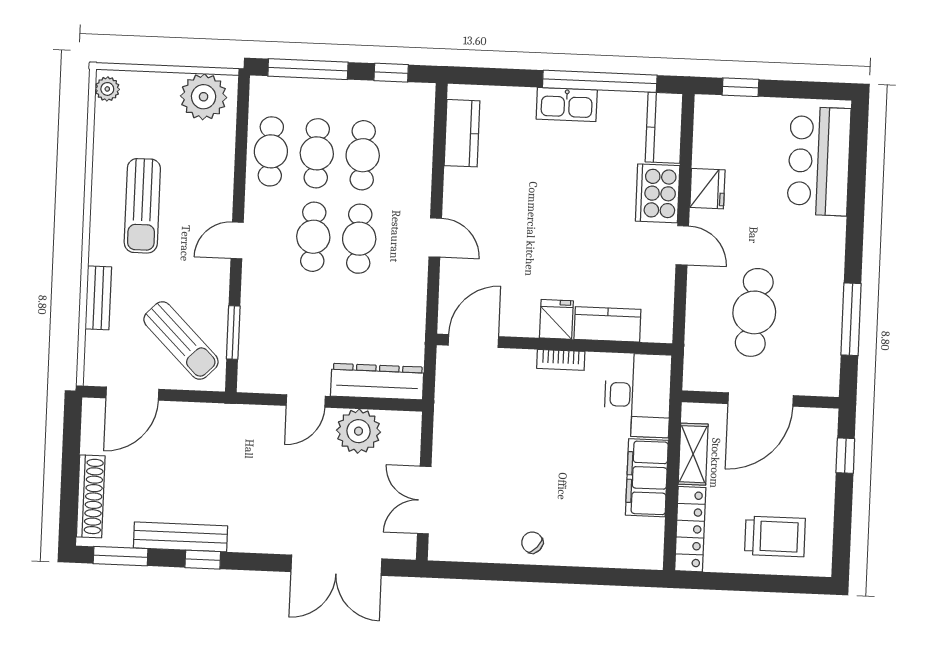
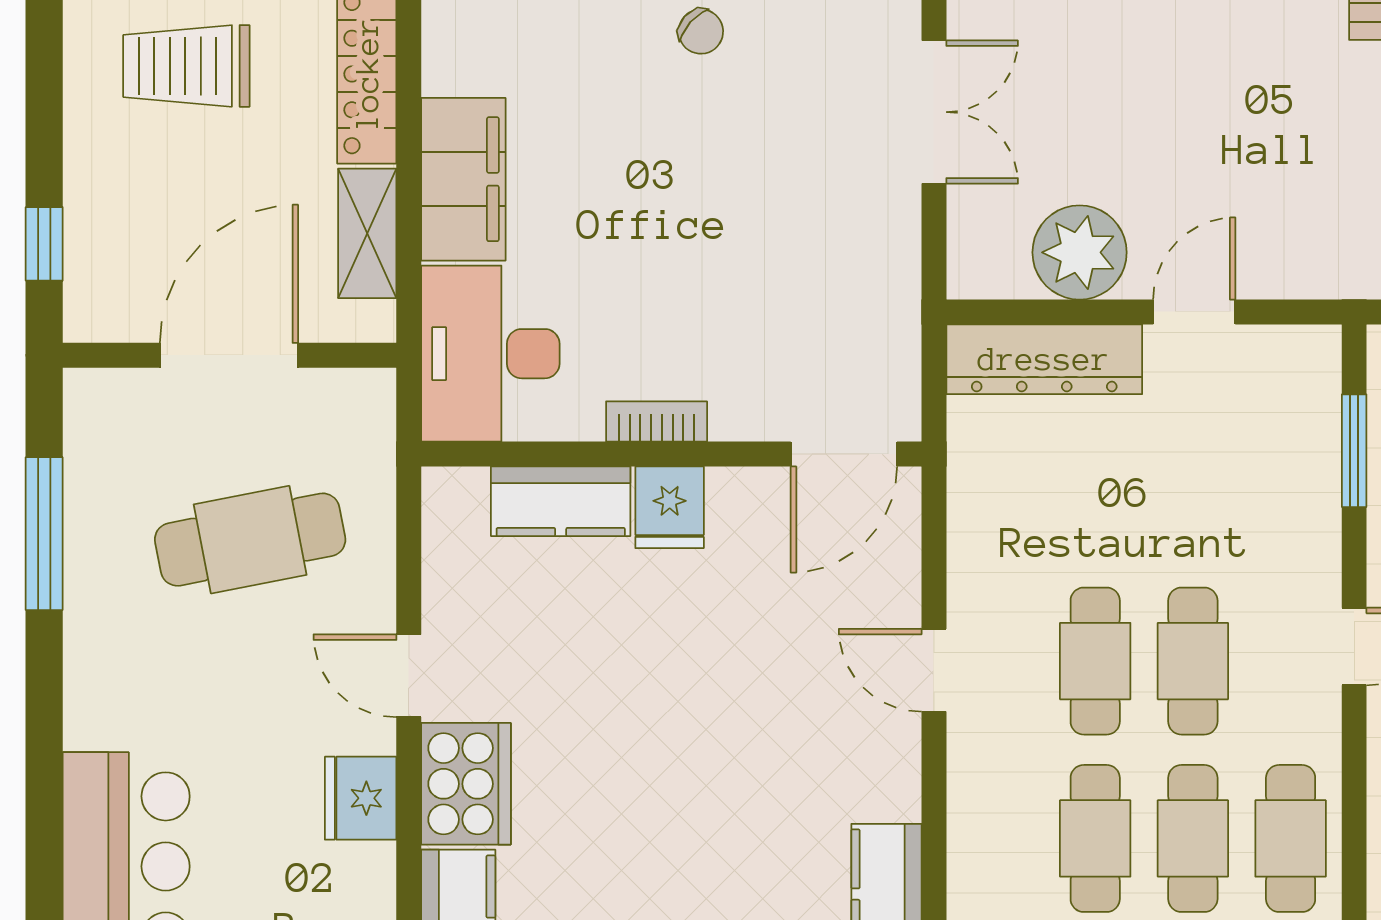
cafe table: (754, 312) -> (250, 540), turned 74

